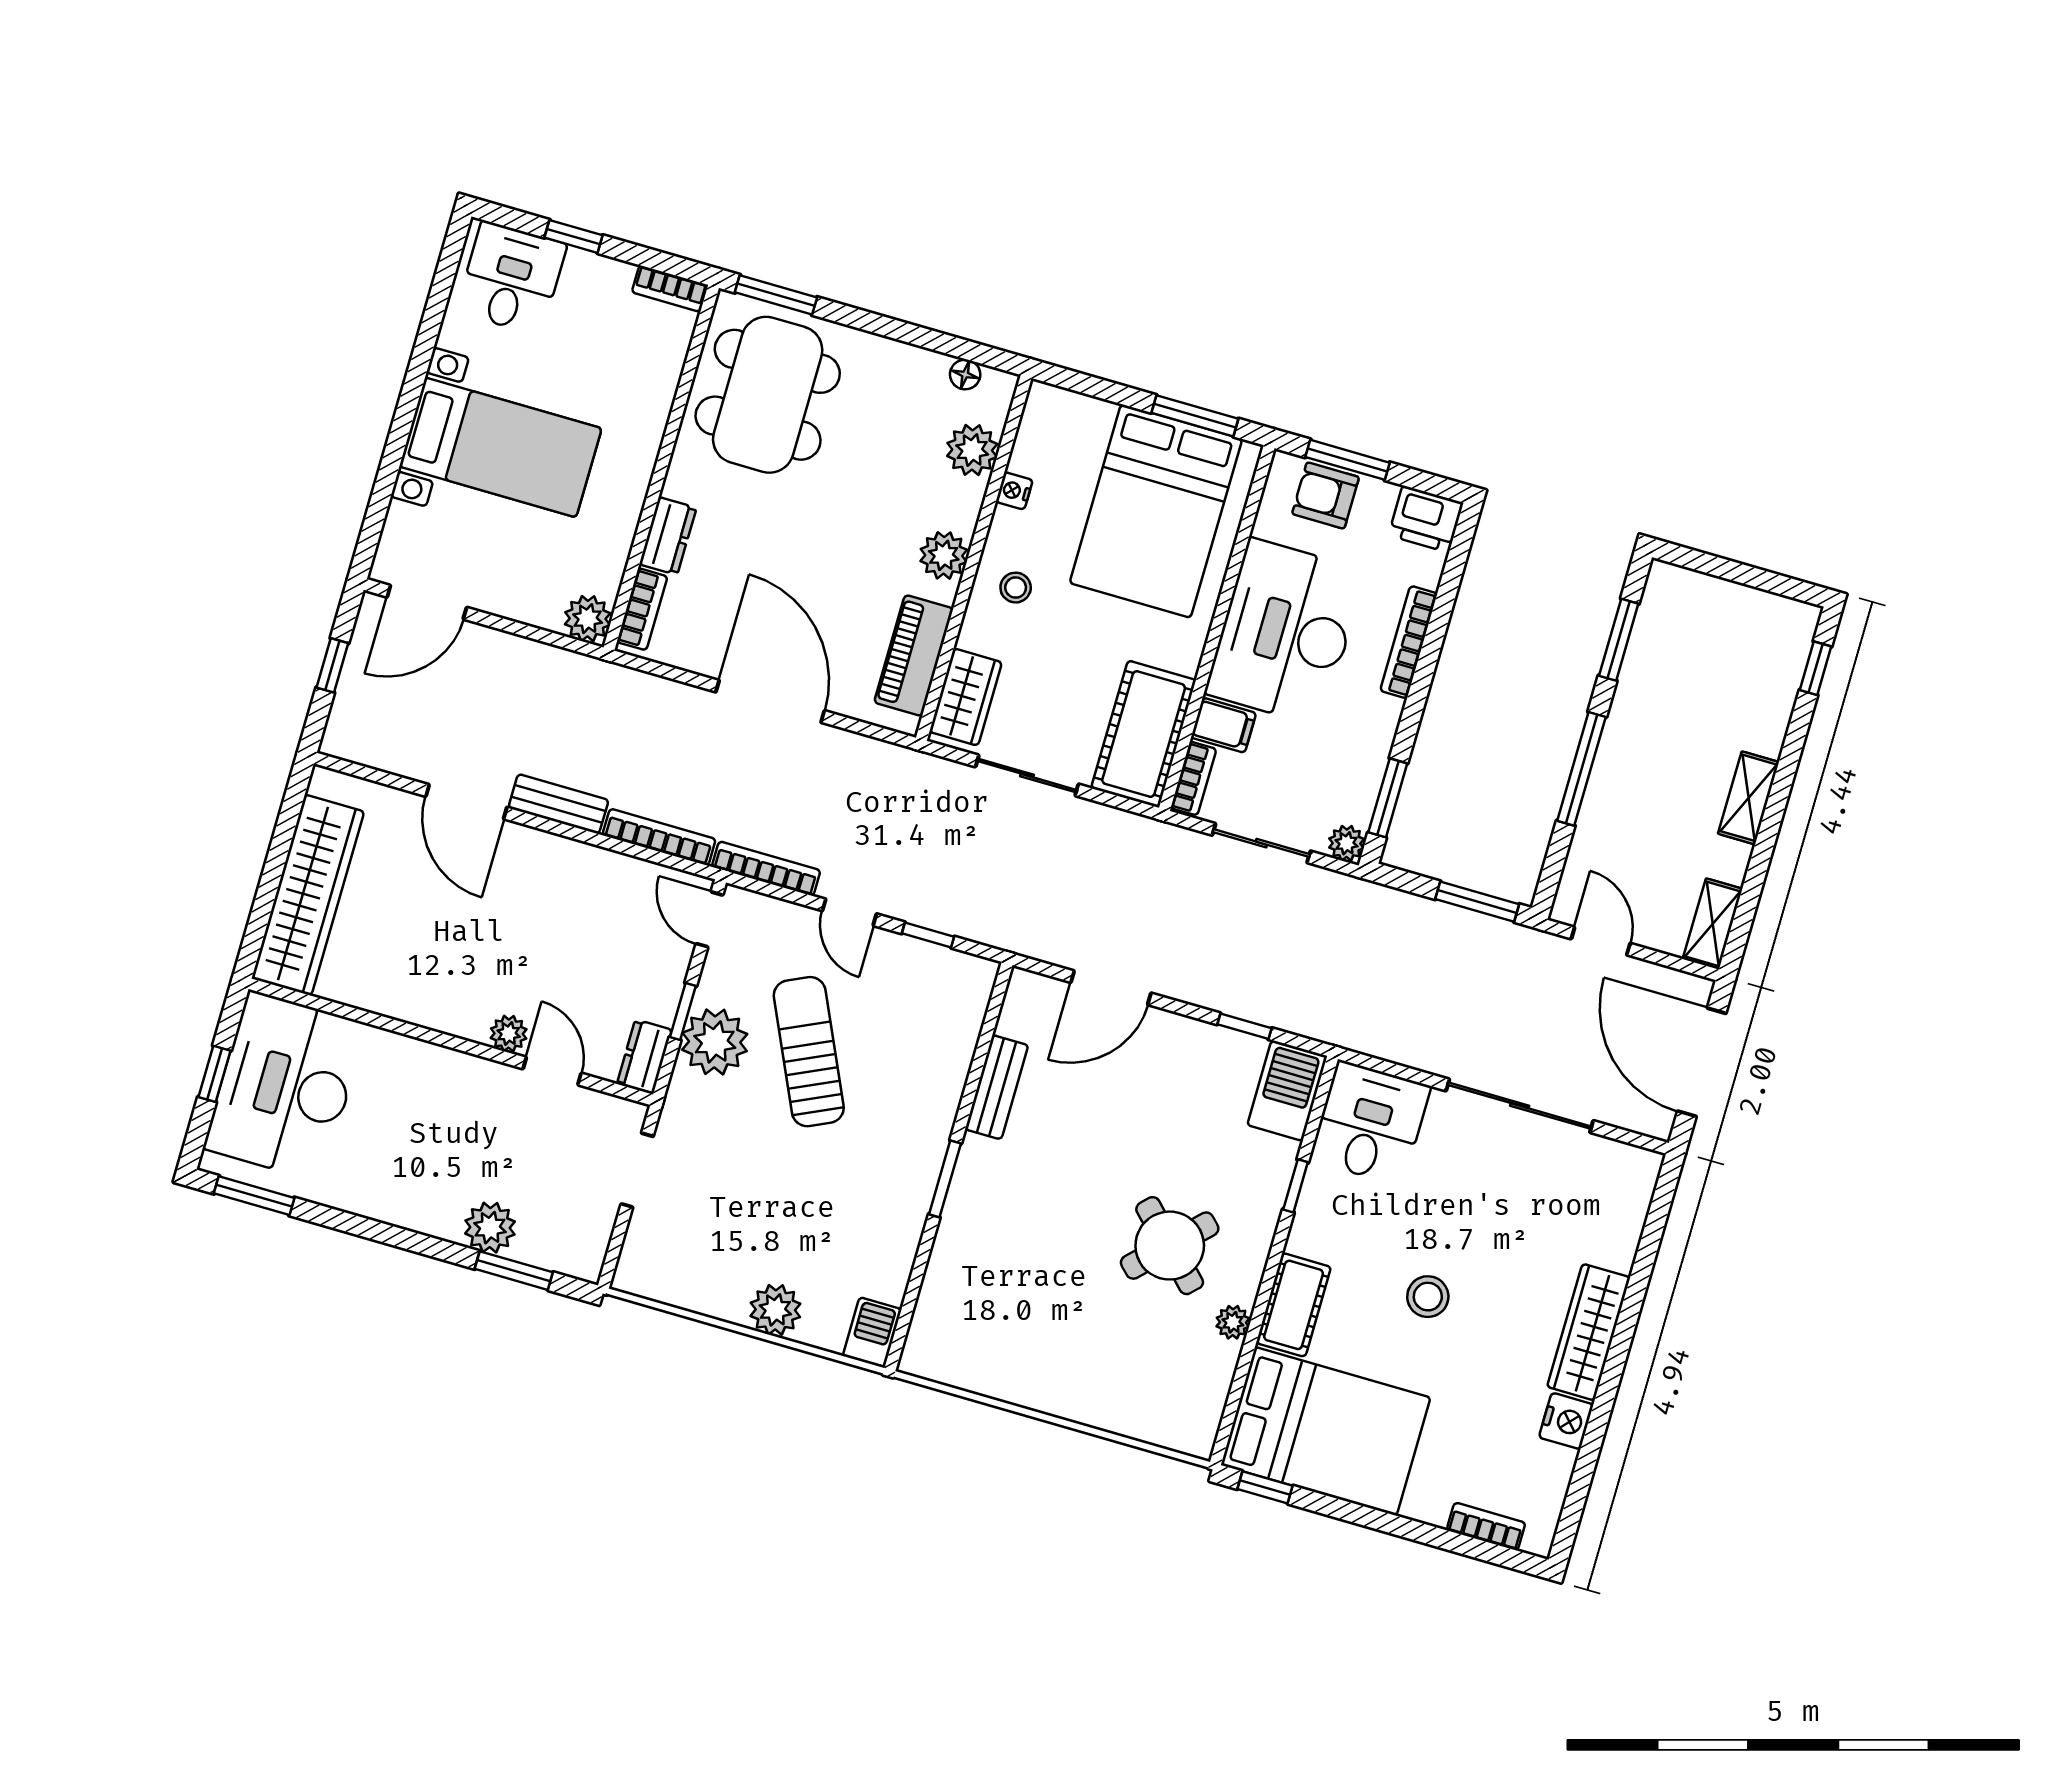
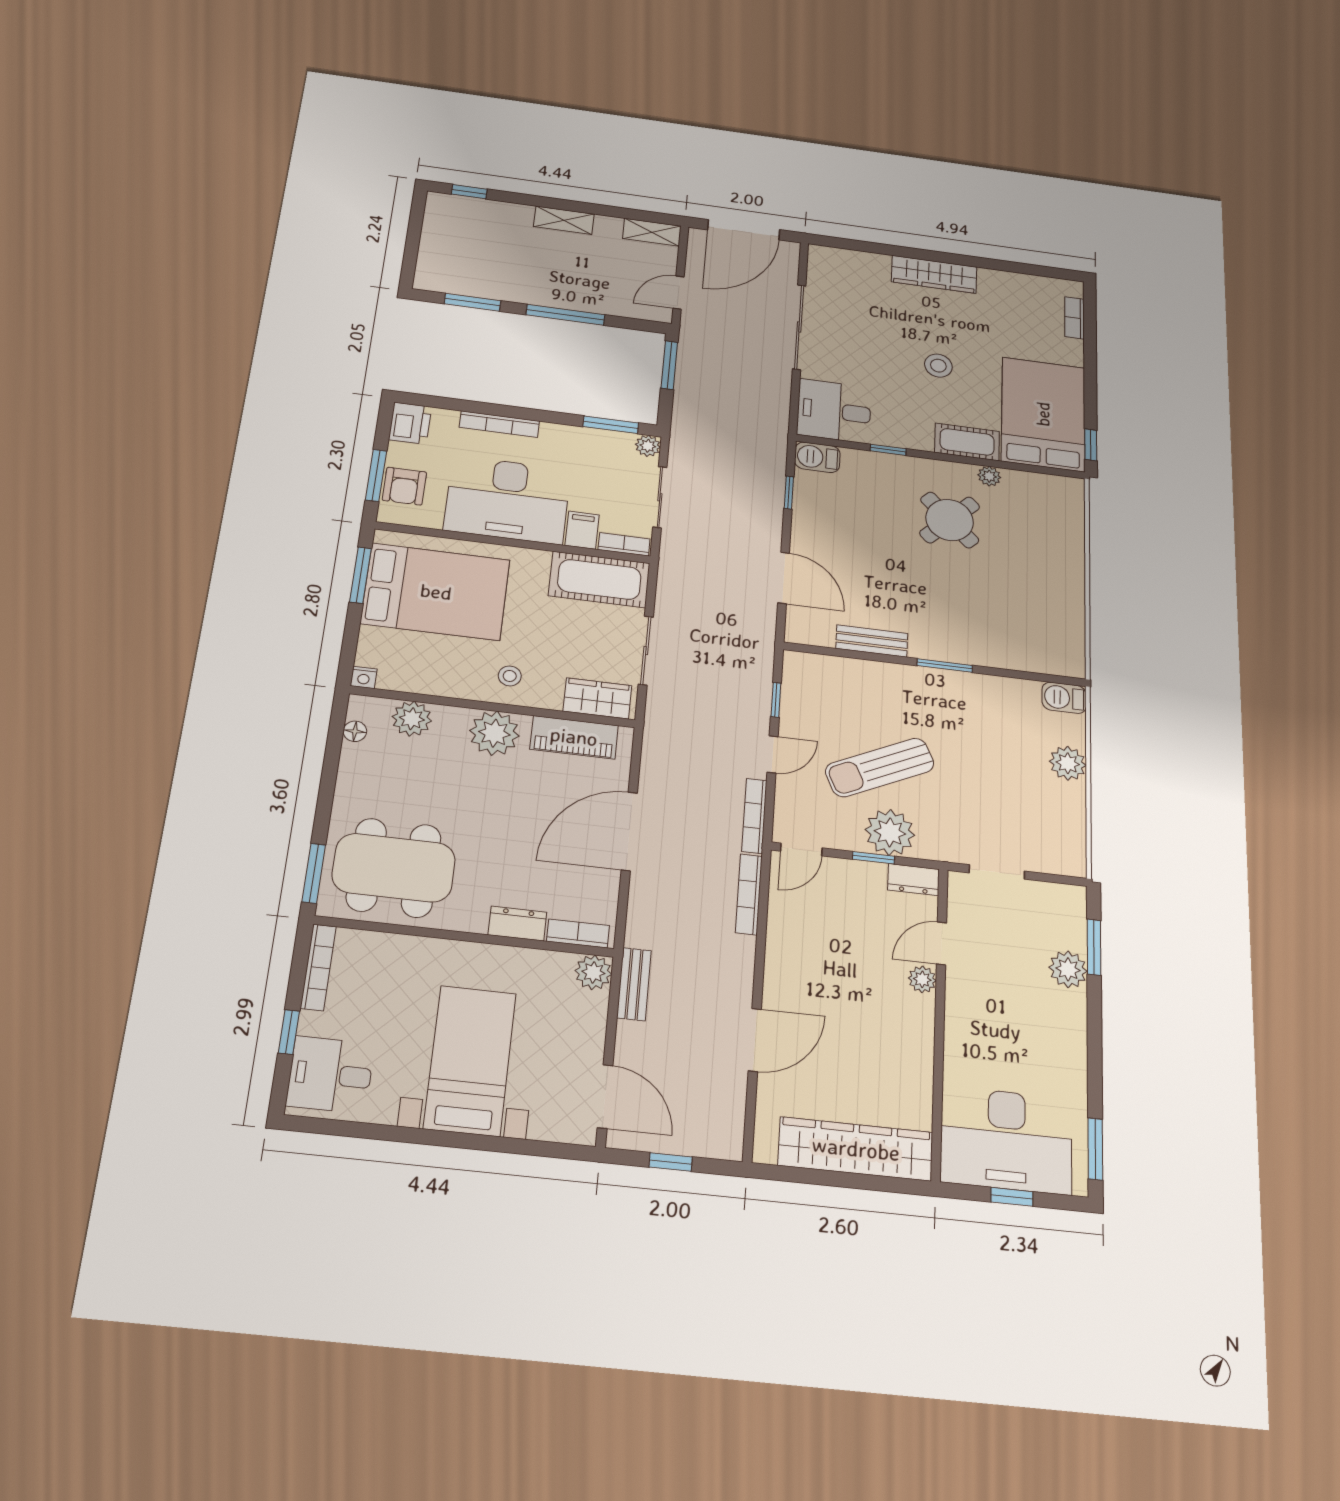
bookcase: (670, 289) -> (318, 967), width x1.56
nightstand: (1014, 491) -> (364, 678), moved
plant: (944, 555) -> (494, 733), width x1.36, depth x1.36
bench: (558, 804) -> (634, 984), moved
barbecue: (1287, 1091) -> (817, 457), width x0.73, depth x0.79
nightstand: (1566, 1421) -> (994, 281), removed

